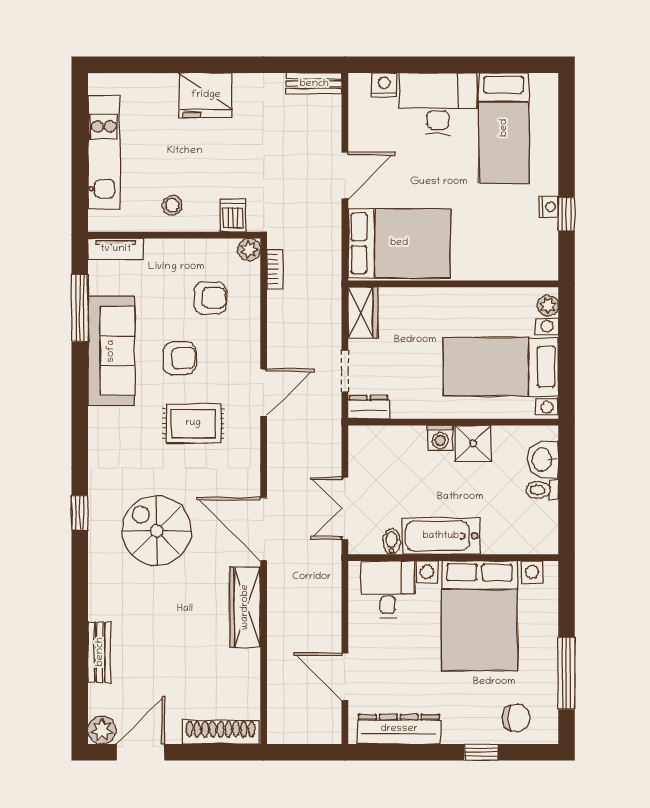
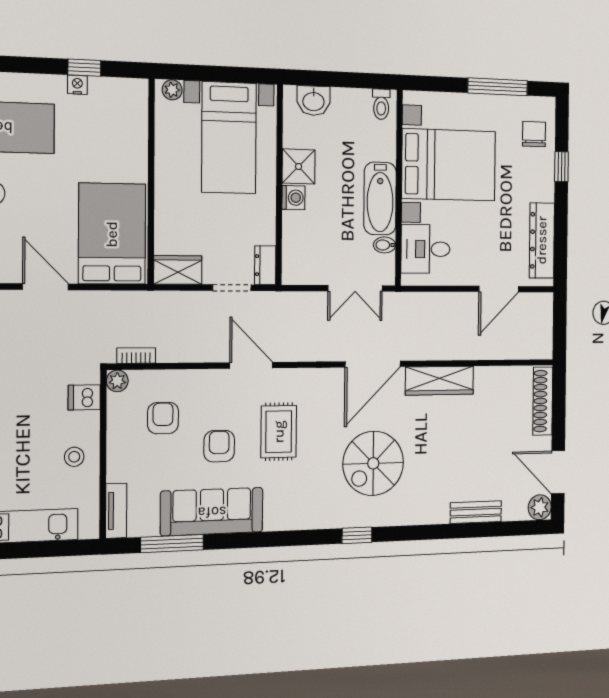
toilet: (542, 490) -> (381, 104), moved

